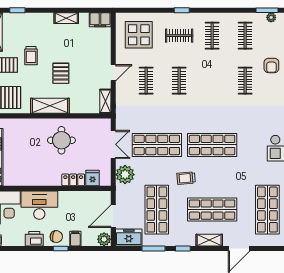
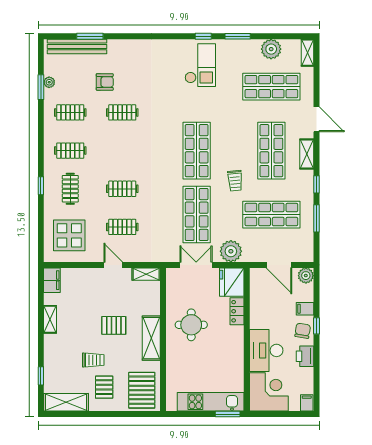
fridge: (93, 178) -> (232, 282), width x1.88, depth x1.34
freezer: (129, 238) -> (304, 247), removed

